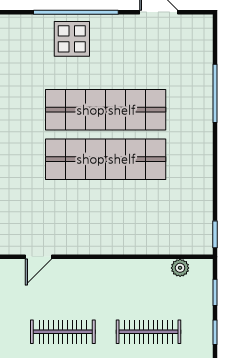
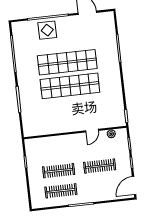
door: (39, 257) -> (92, 131), moved

